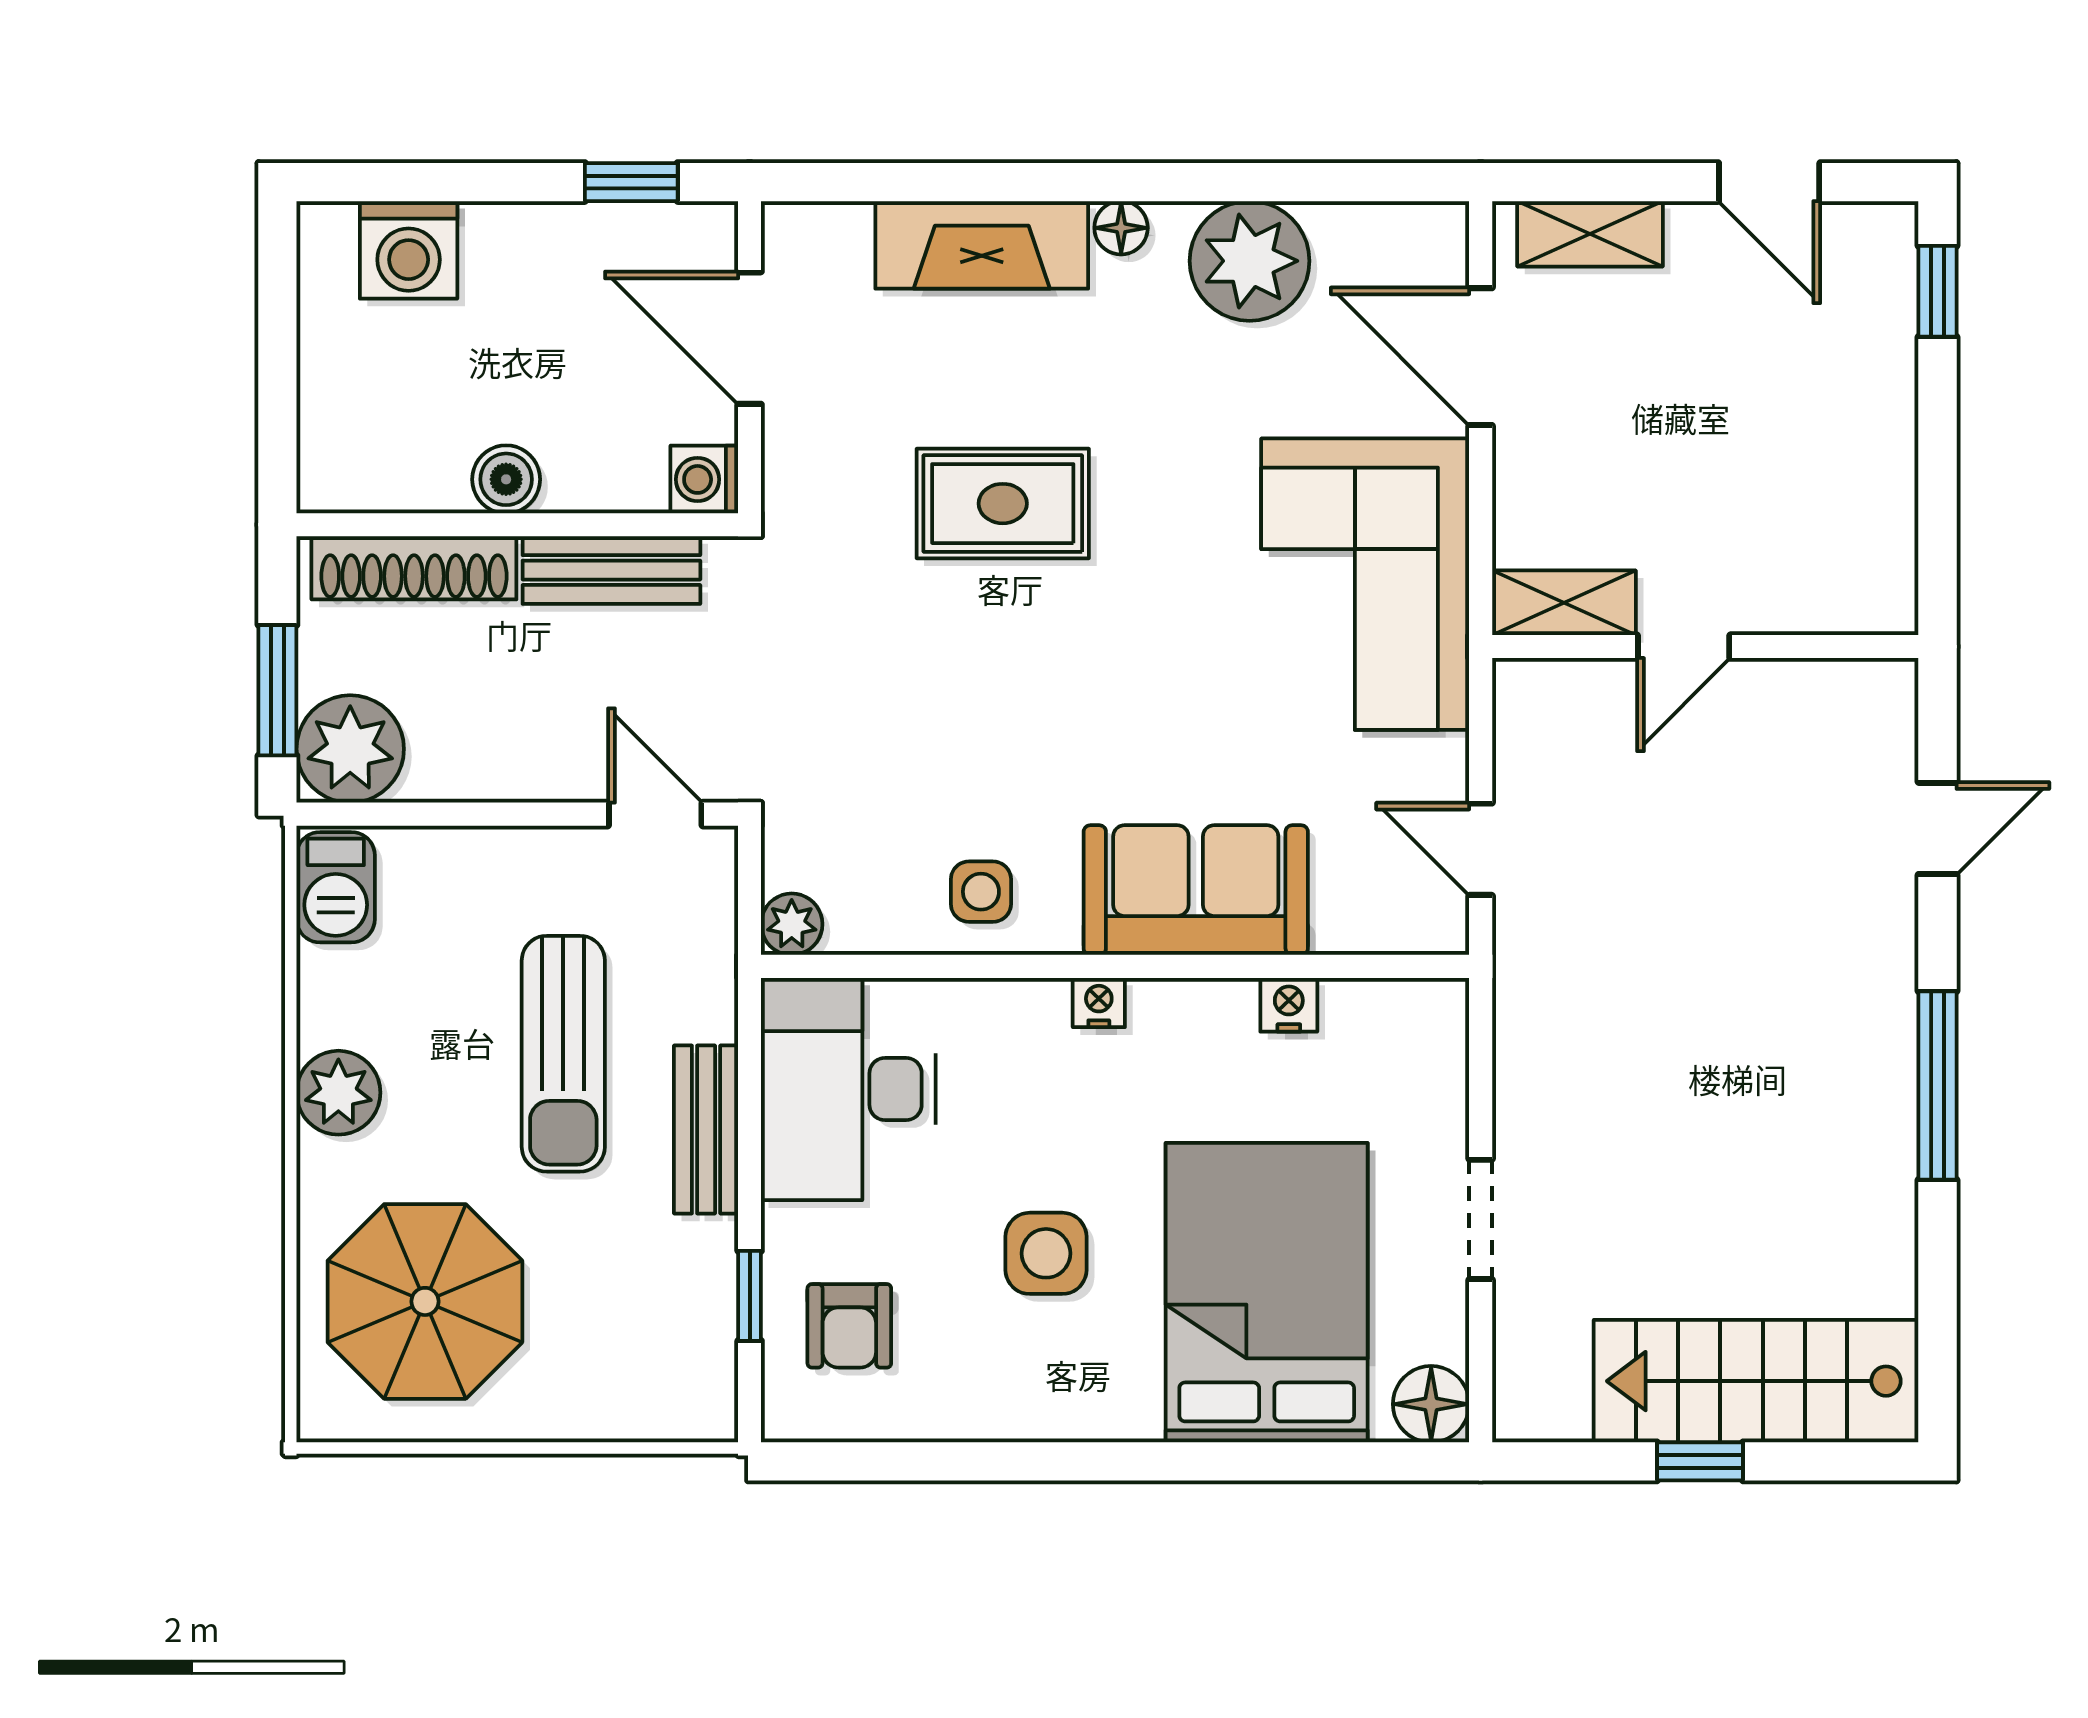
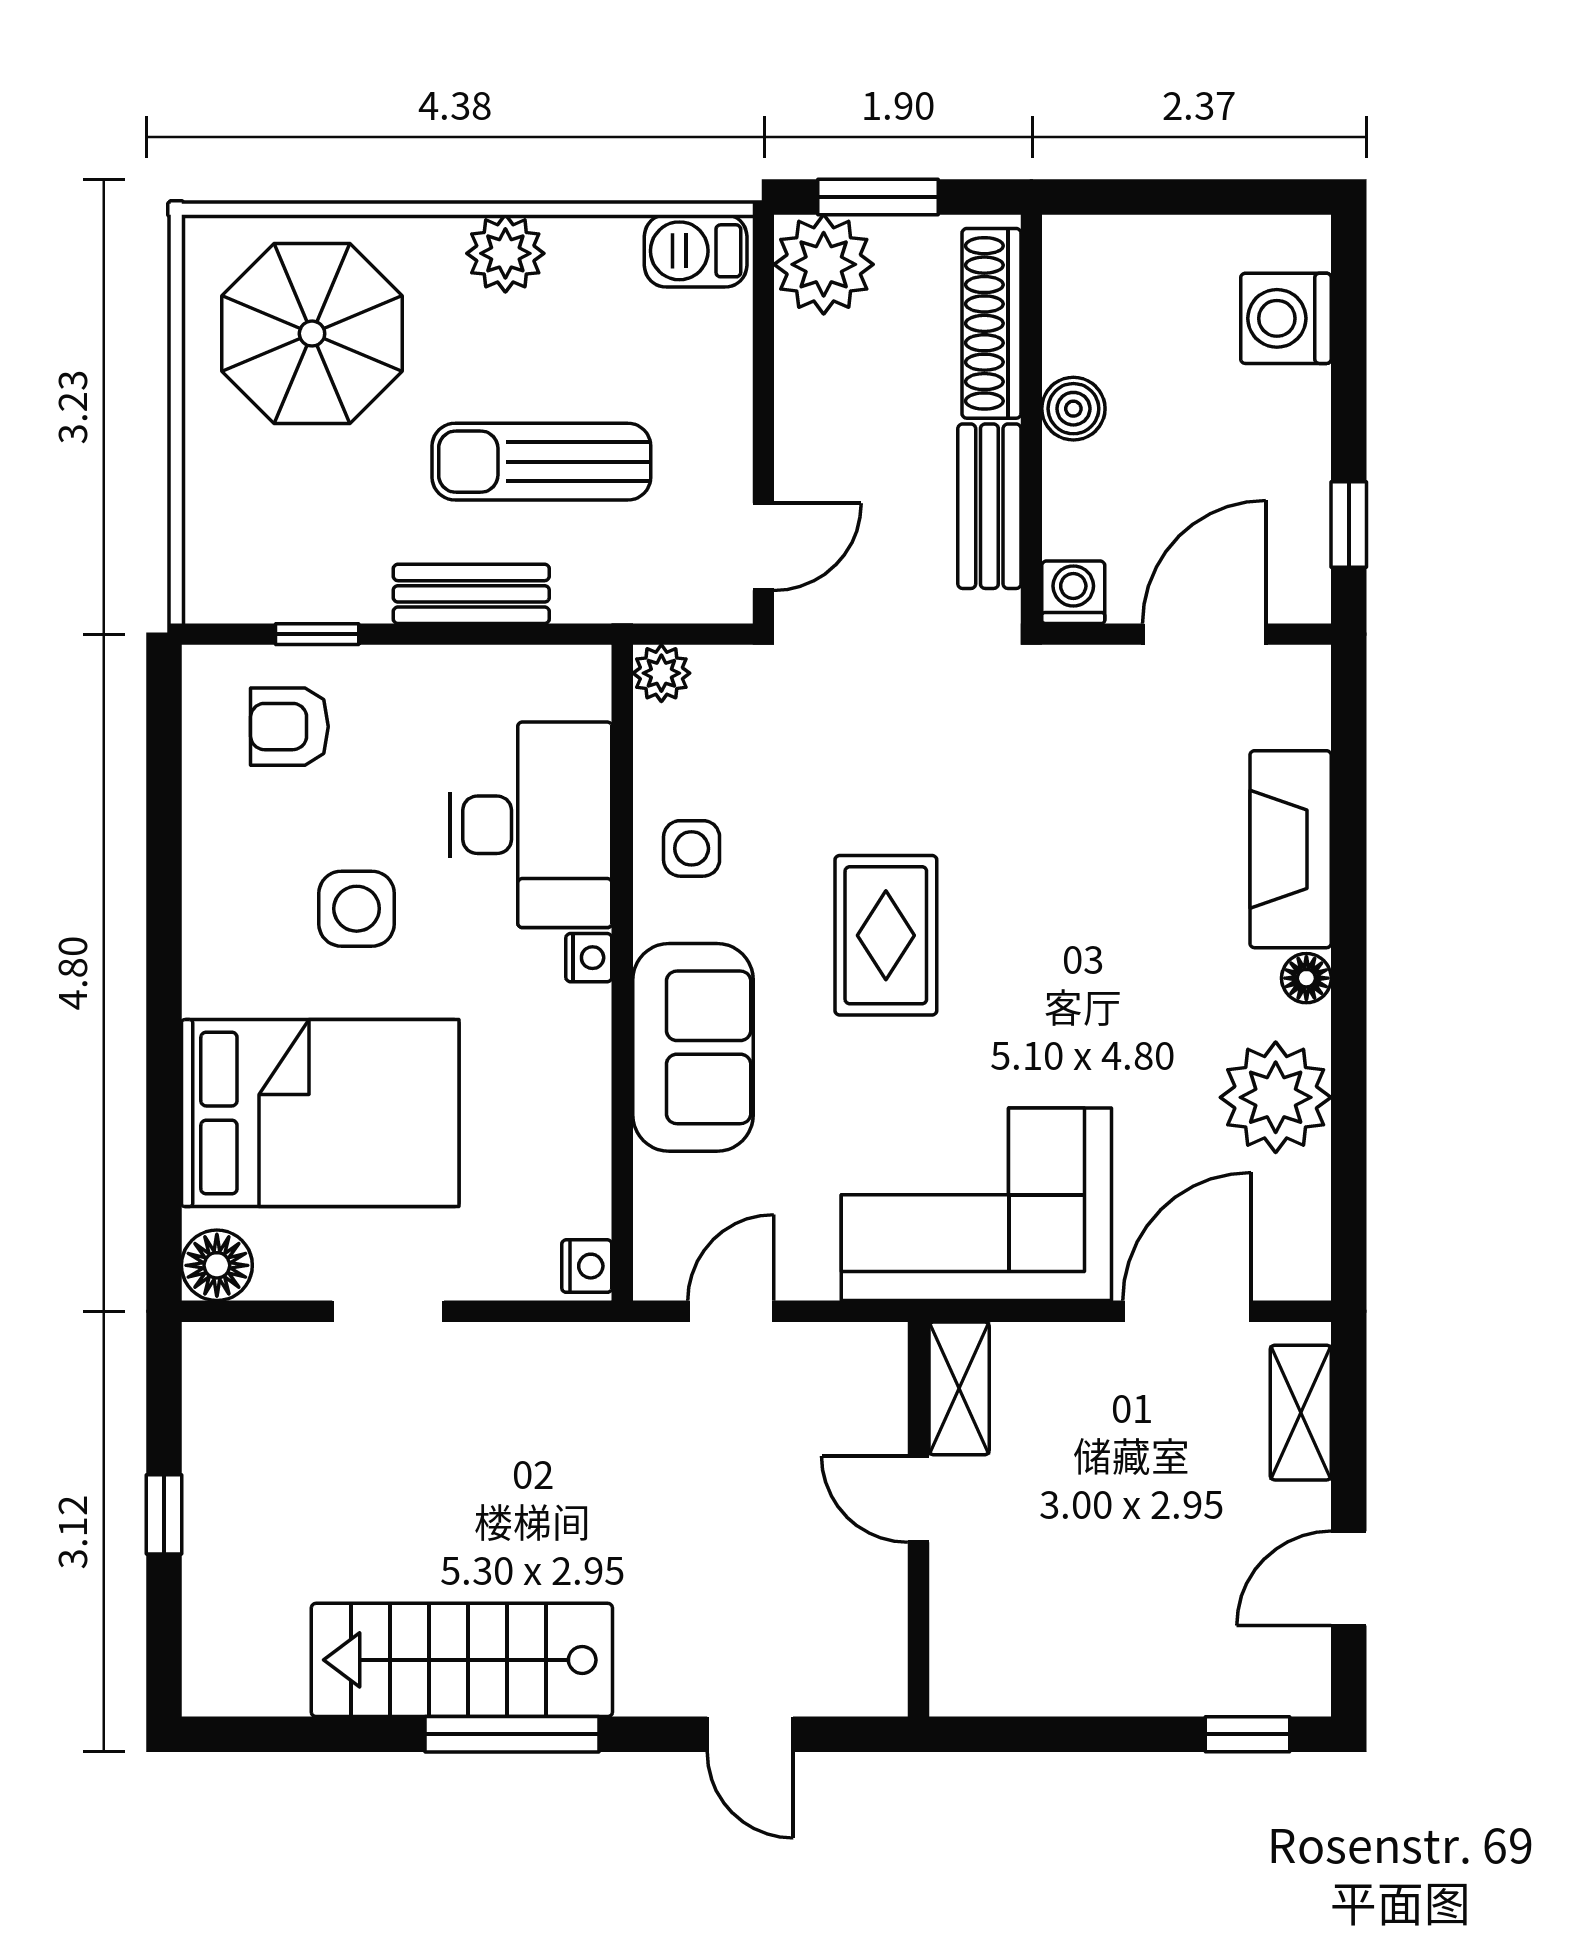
rug: (1003, 504) -> (886, 935), moved
nightstand: (1289, 1005) -> (587, 1266), moved
desk: (848, 1089) -> (531, 825), moved, turned 90
stairs: (1756, 1381) -> (462, 1660), moved, turned -90

